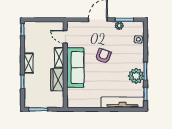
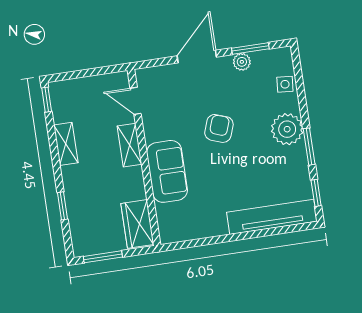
shelving: (29, 63) -> (66, 144), moved
sofa: (75, 68) -> (167, 171), width x0.73
plant: (136, 76) -> (287, 129), moved
wardrobe: (57, 80) -> (137, 224), moved

